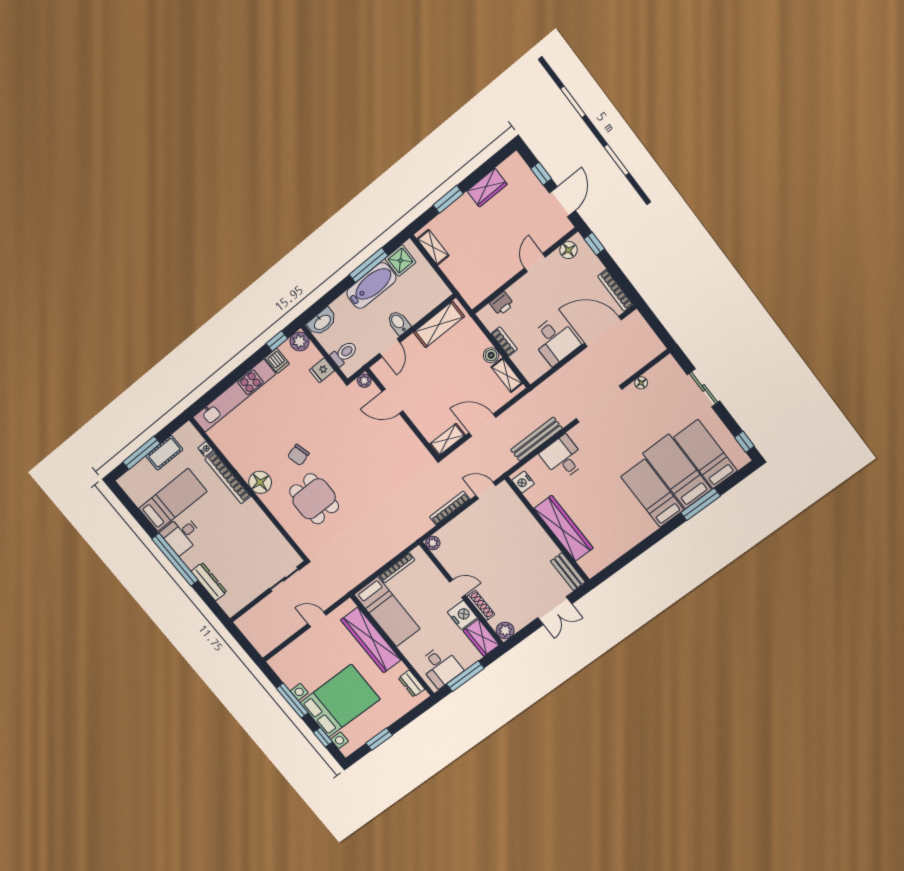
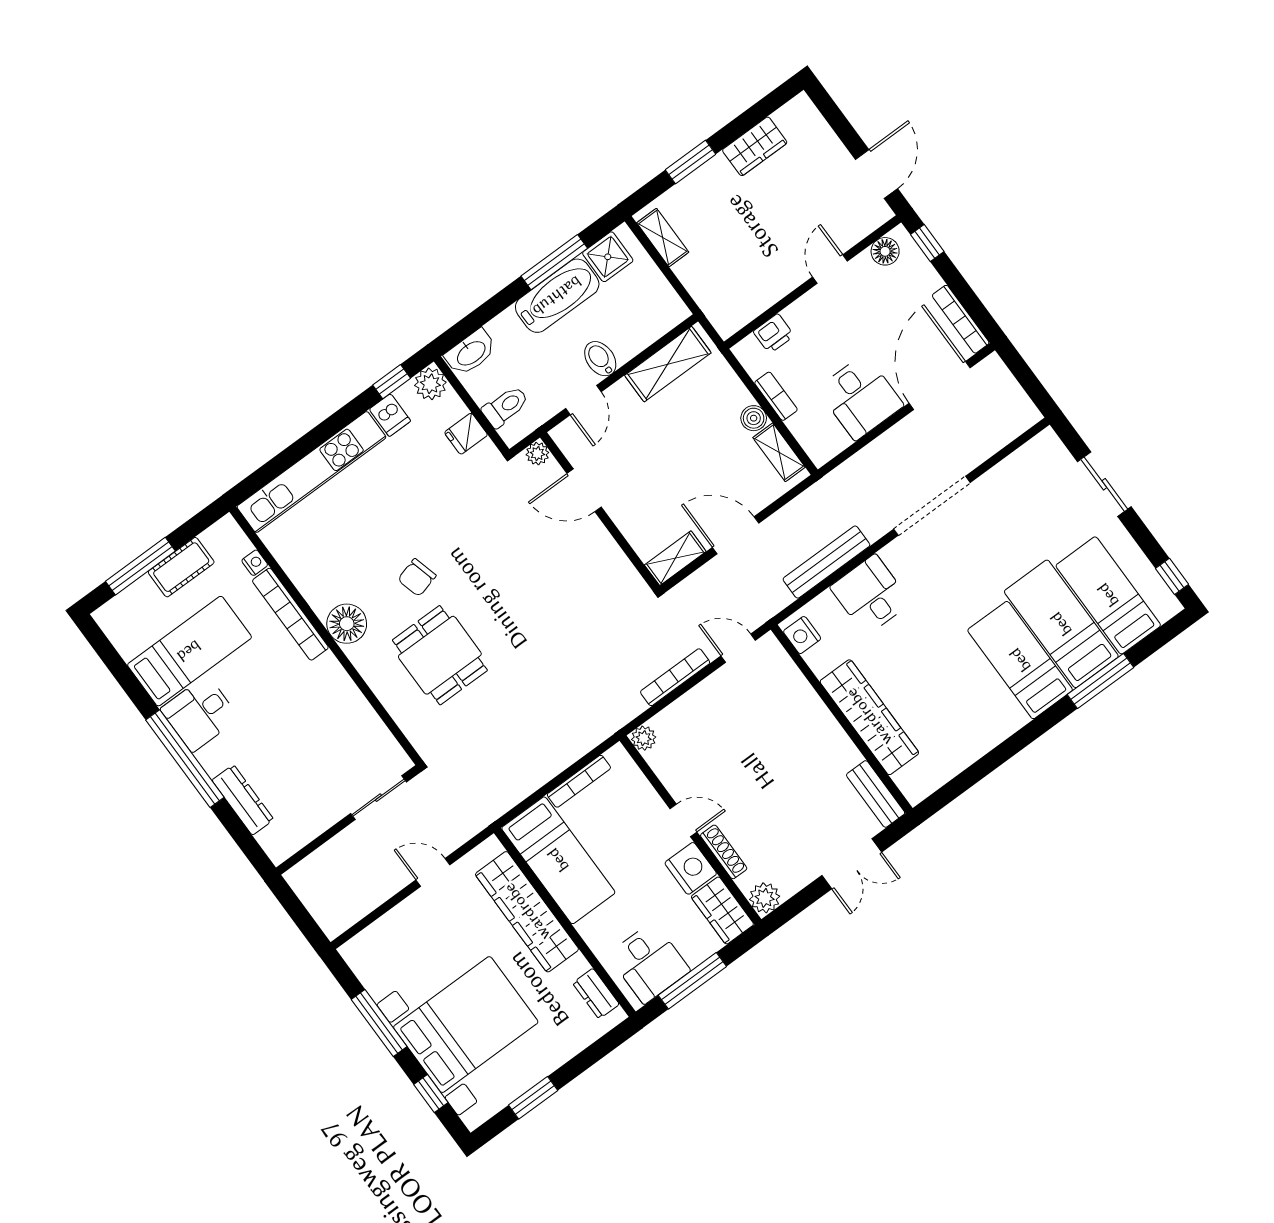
window: (541, 174) -> (843, 128), removed
door: (603, 331) -> (940, 386), hinge flipped
floor lamp: (641, 383) -> (1002, 473), removed

